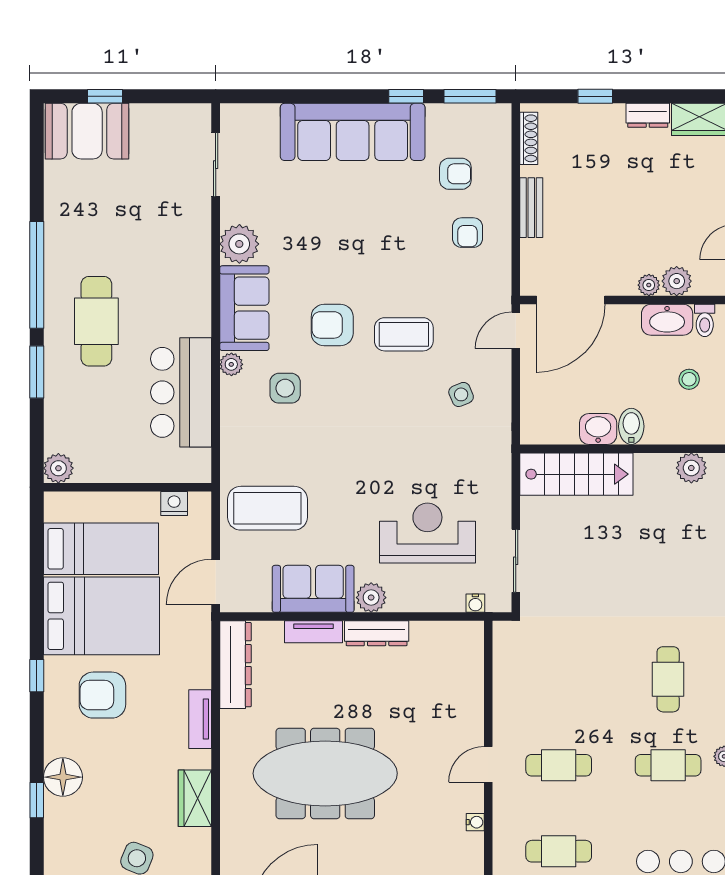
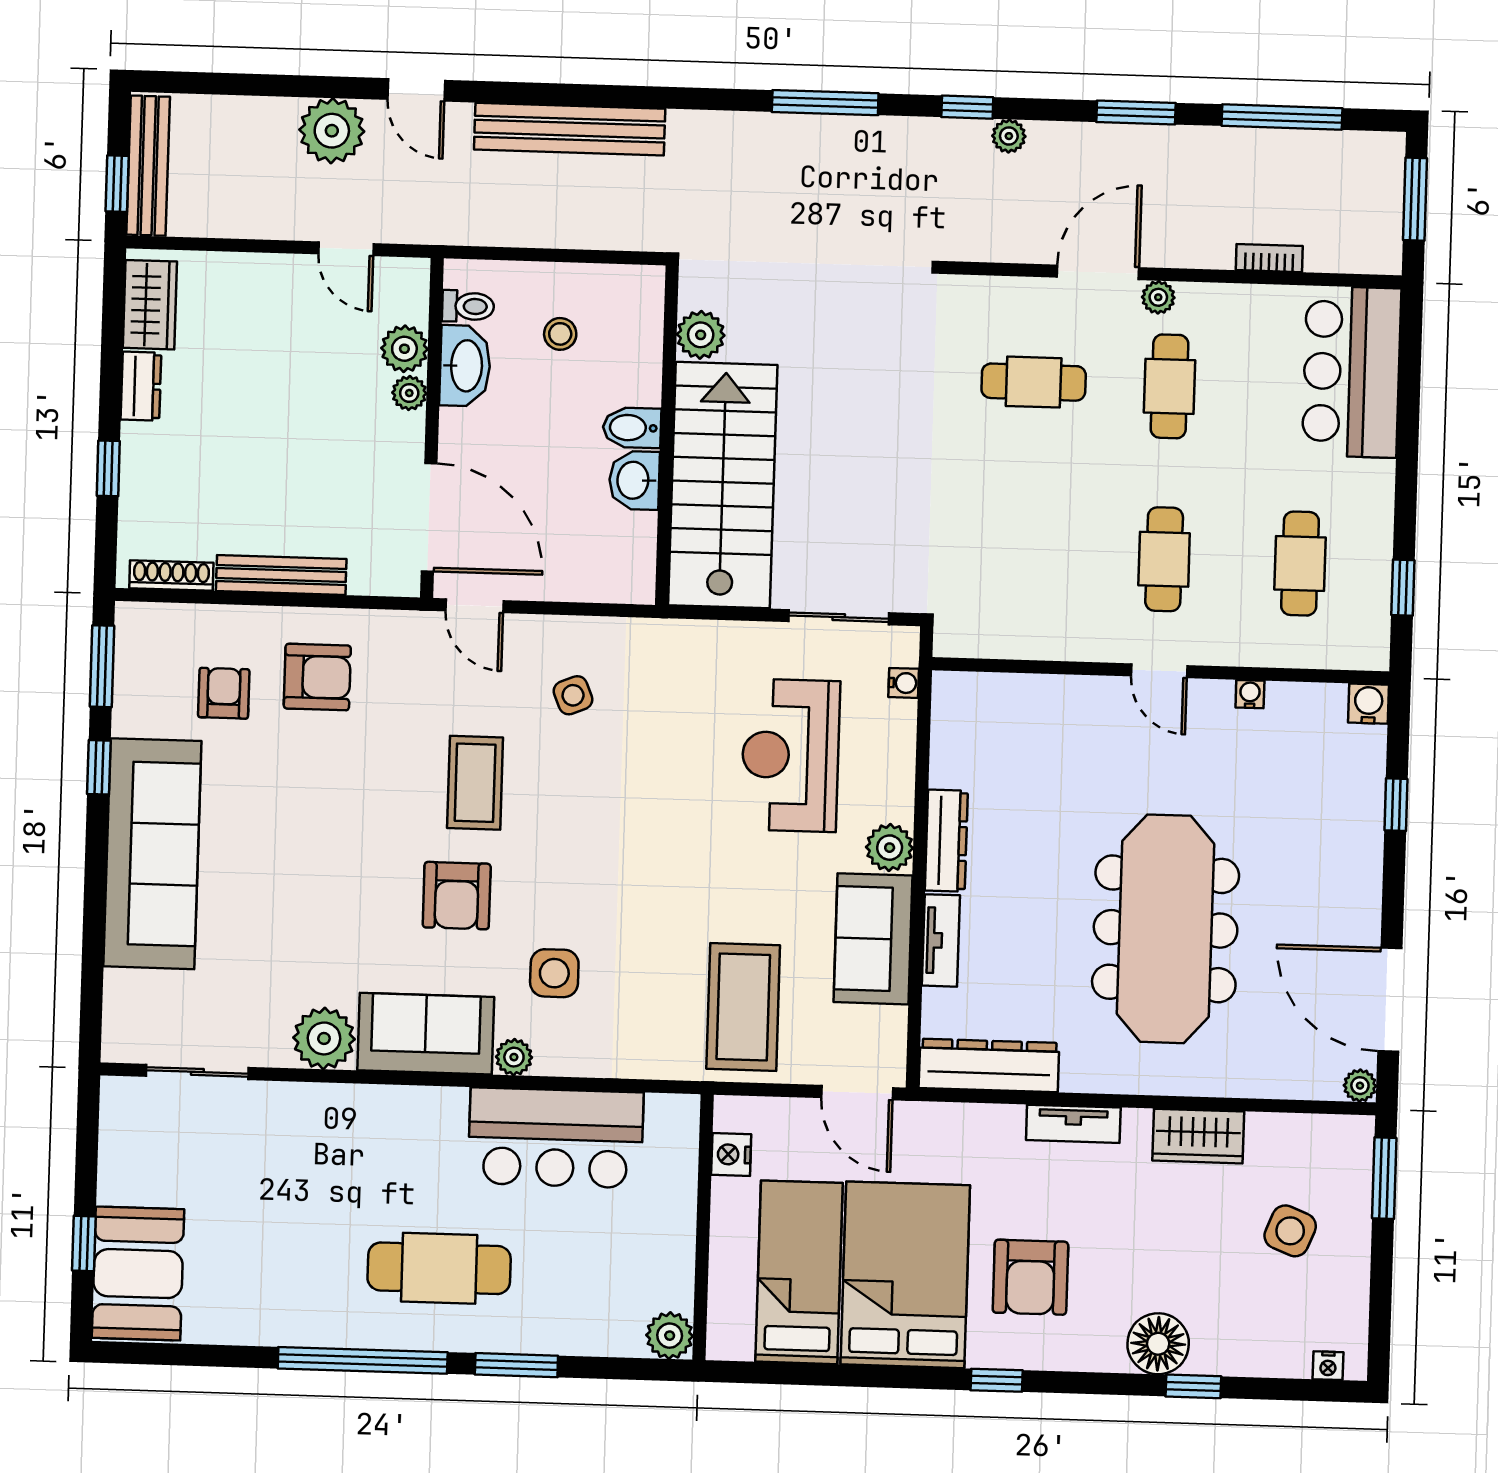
bench: (531, 208) -> (281, 575), width x1.36
armchair: (467, 233) -> (317, 677), width x1.38, depth x1.38
stairs: (576, 474) -> (723, 485), width x1.36, depth x1.51

